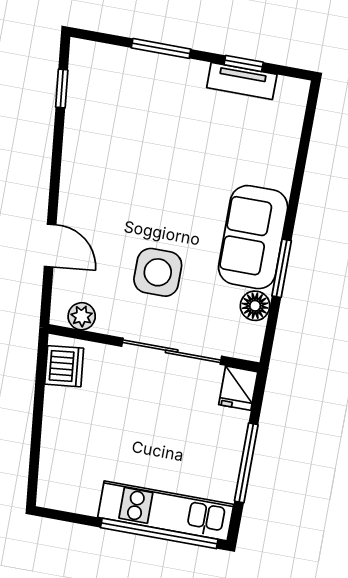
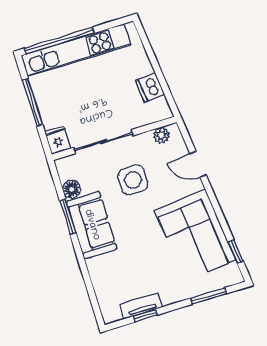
window: (161, 48) -> (209, 296), moved
corner sofa: (108, 144) -> (195, 235), added
dishwasher: (64, 366) -> (150, 87), moved
kitchen unit: (166, 511) -> (76, 50), width x1.36

